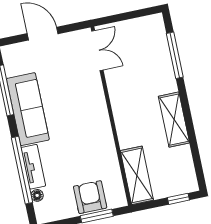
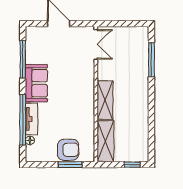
sofa: (28, 109) -> (36, 83), width x0.73
shelving: (174, 120) -> (105, 100), moved
armchair: (90, 197) -> (68, 150), turned 90

